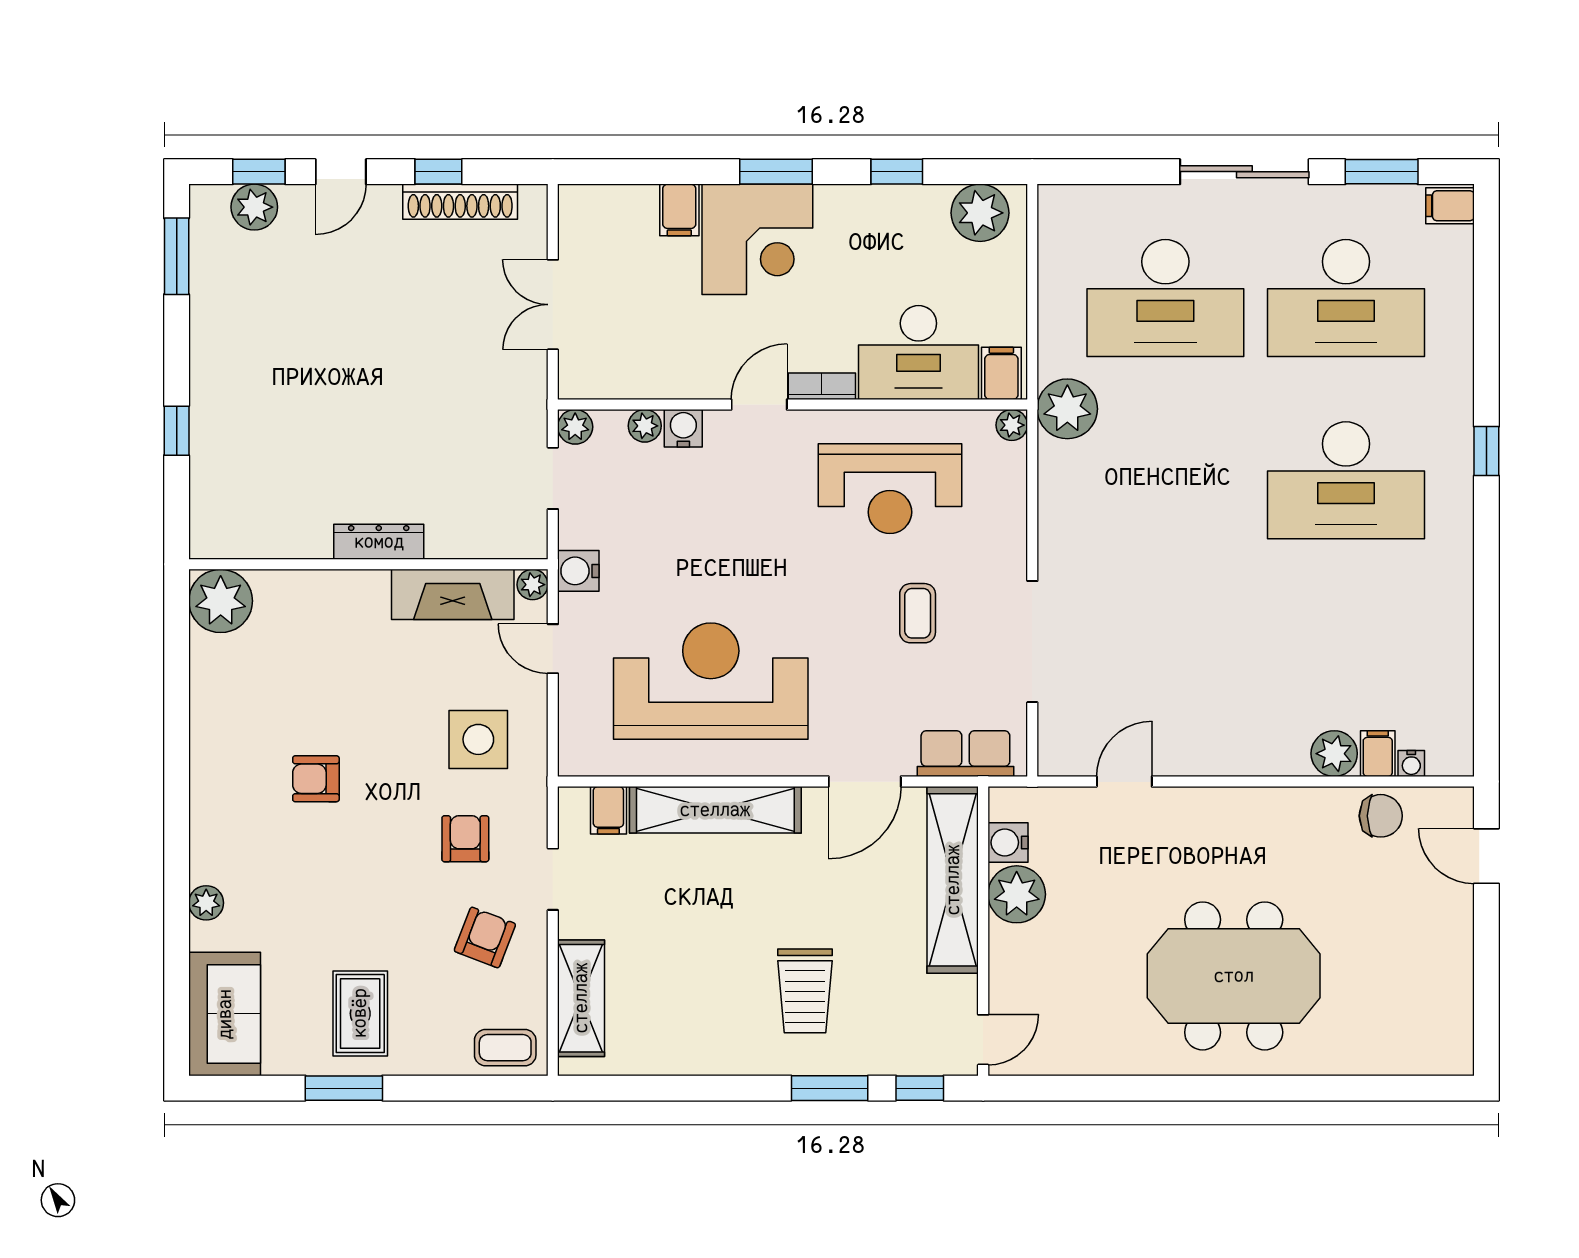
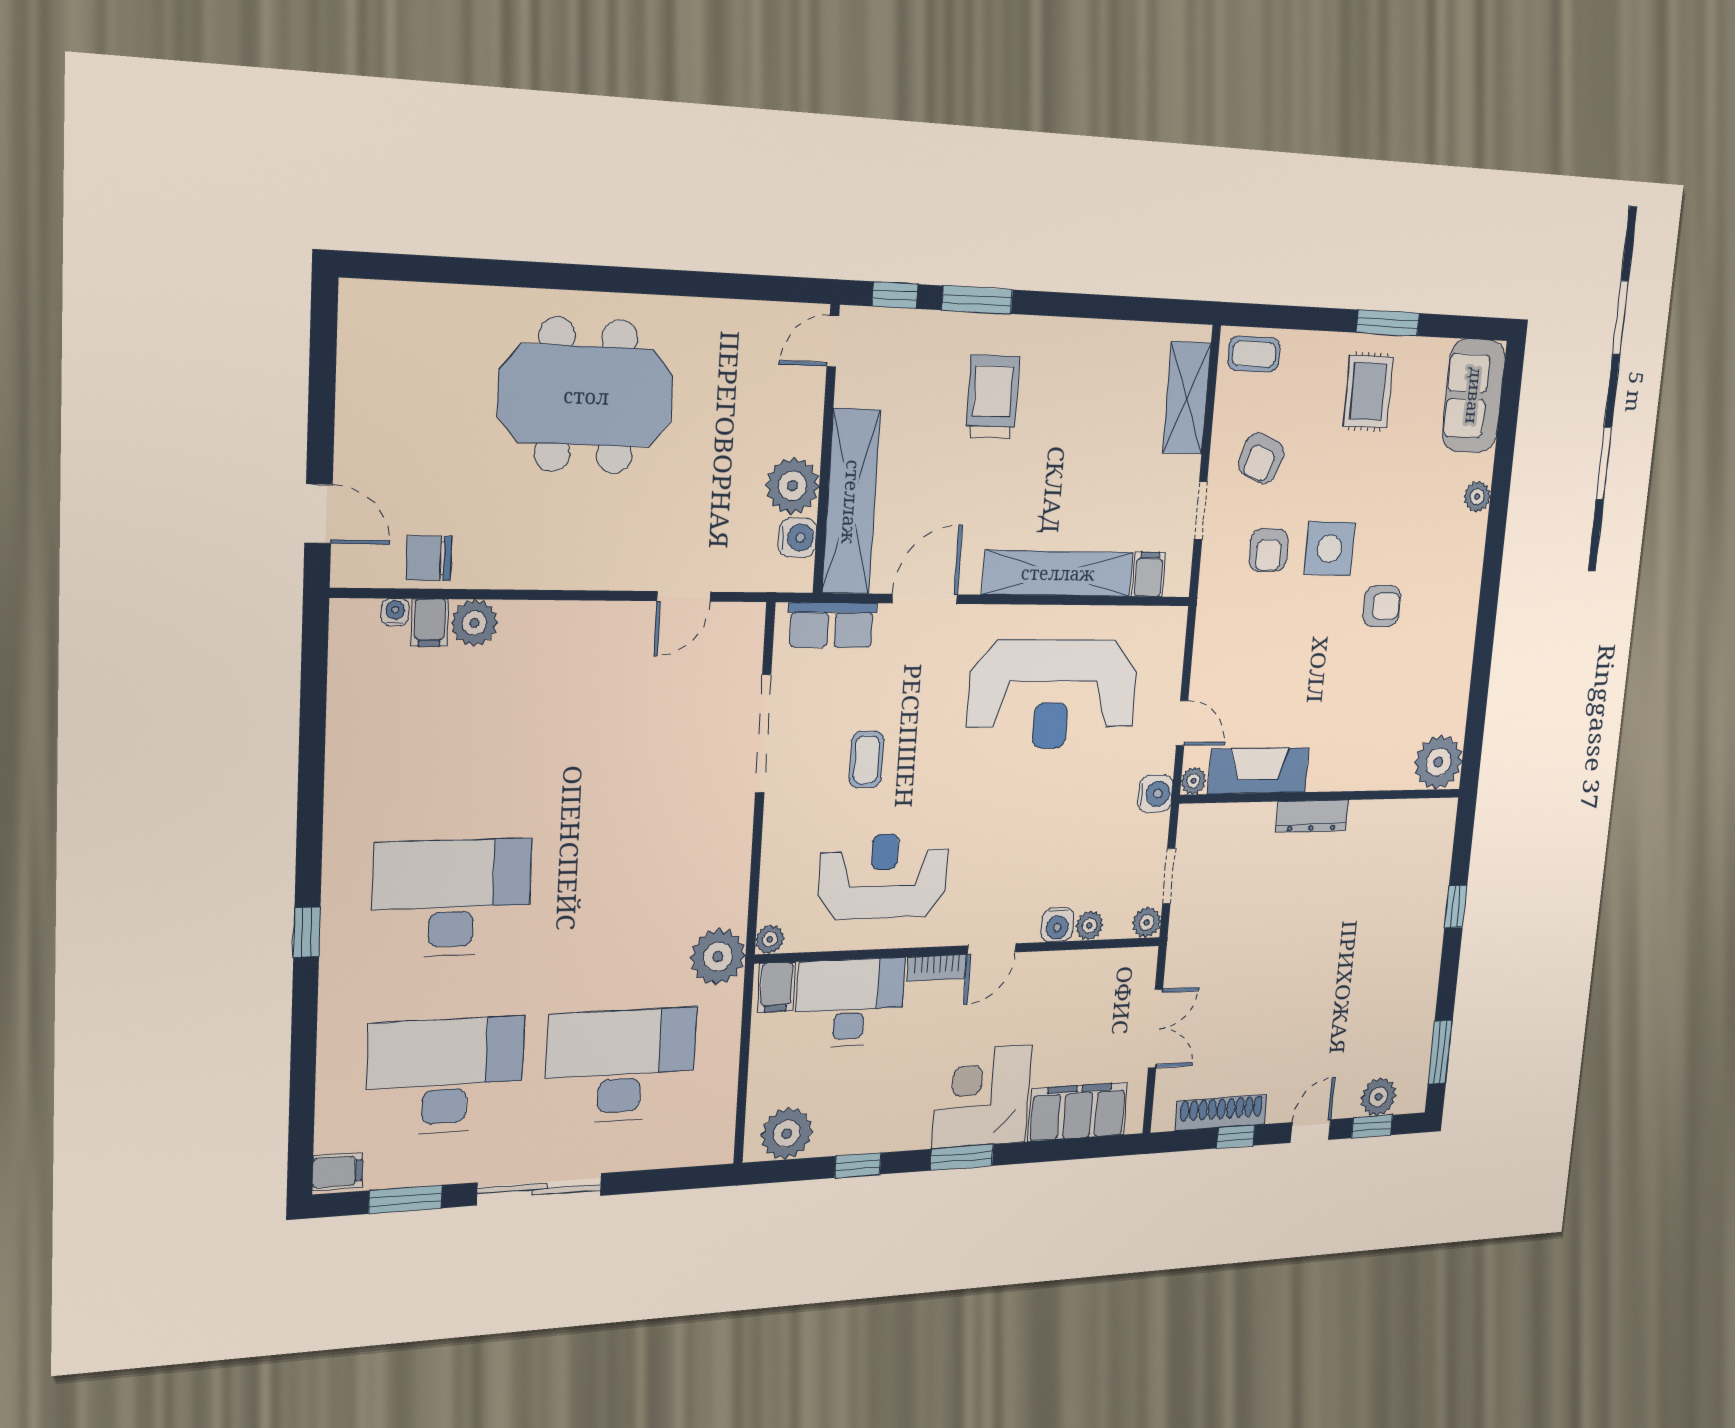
filing cabinet: (679, 210) -> (1078, 1112), width x3.00, depth x1.17
side table: (478, 739) -> (1330, 548), moved

